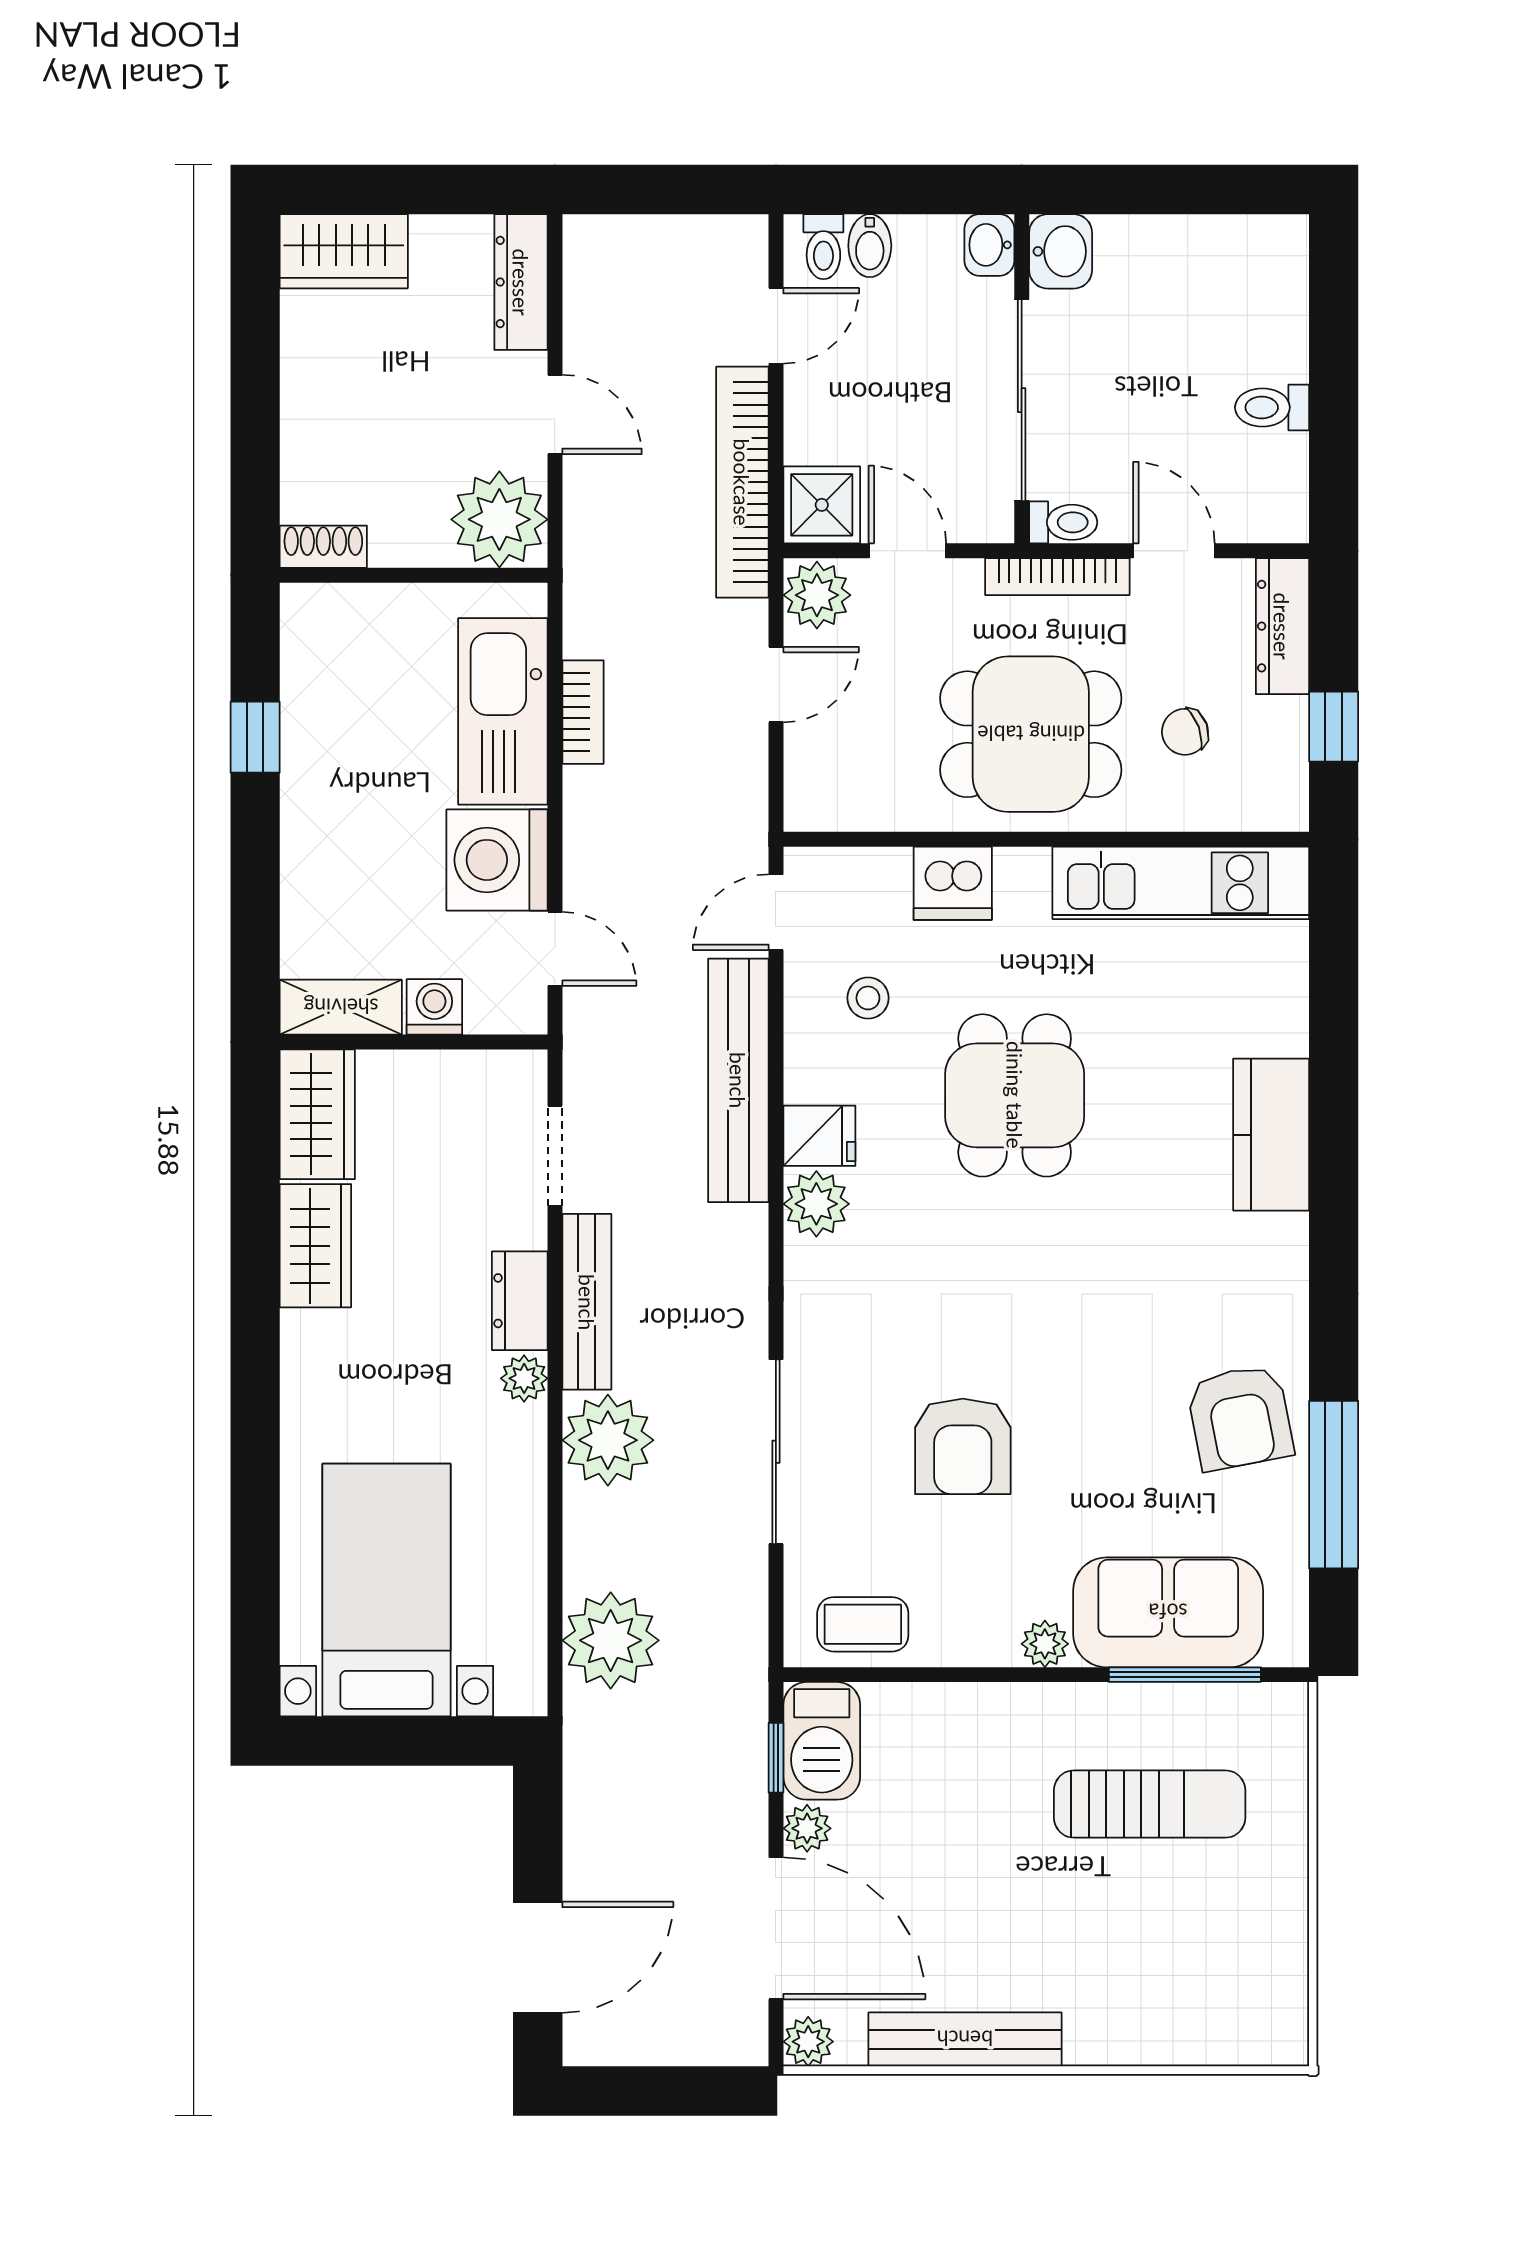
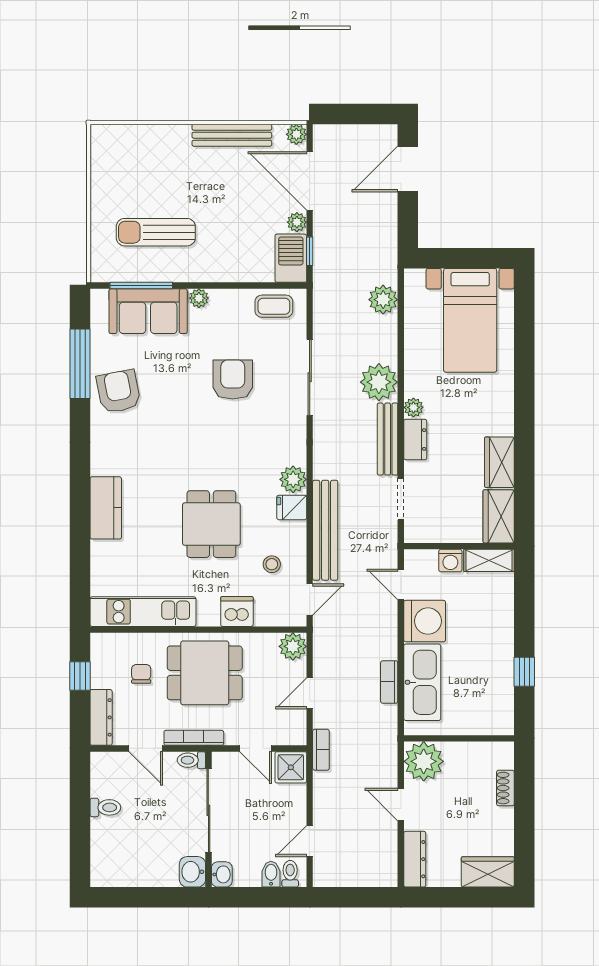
bookcase: (742, 482) -> (321, 750), width x0.43, depth x0.76
shoe rack: (323, 547) -> (505, 788), moved, turned 90
plant: (817, 595) -> (293, 646), moved
chair: (1185, 732) -> (141, 674), turned -70
plant: (611, 1640) -> (383, 300), width x0.73, depth x0.73

